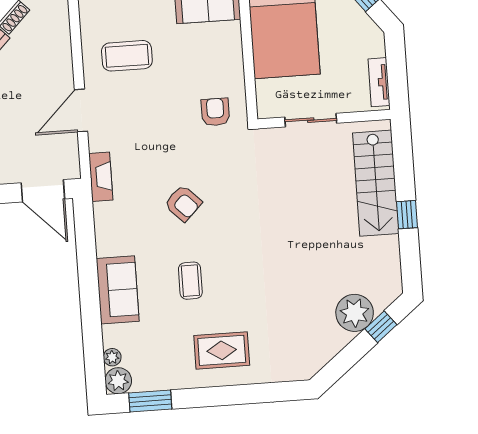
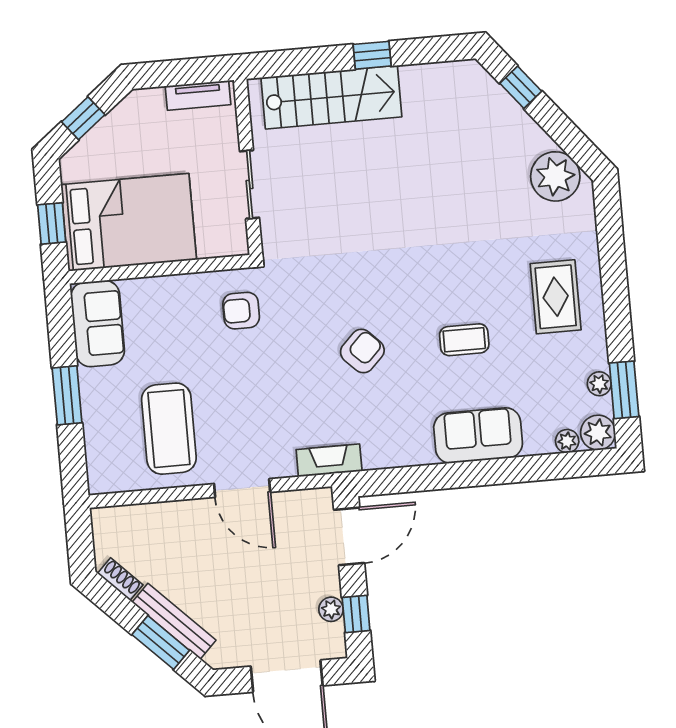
coffee table: (127, 56) -> (169, 429), width x1.36, depth x1.32
plant: (355, 313) -> (555, 176), moved
plant: (155, 382) -> (599, 384), added

